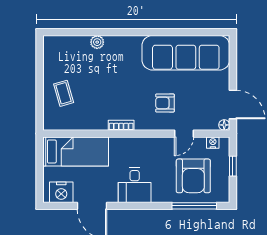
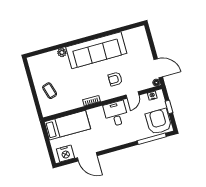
sofa: (186, 53) -> (96, 50), moved
armchair: (193, 176) -> (158, 122), moved, turned 180
desk: (135, 185) -> (116, 114), moved, turned 180

